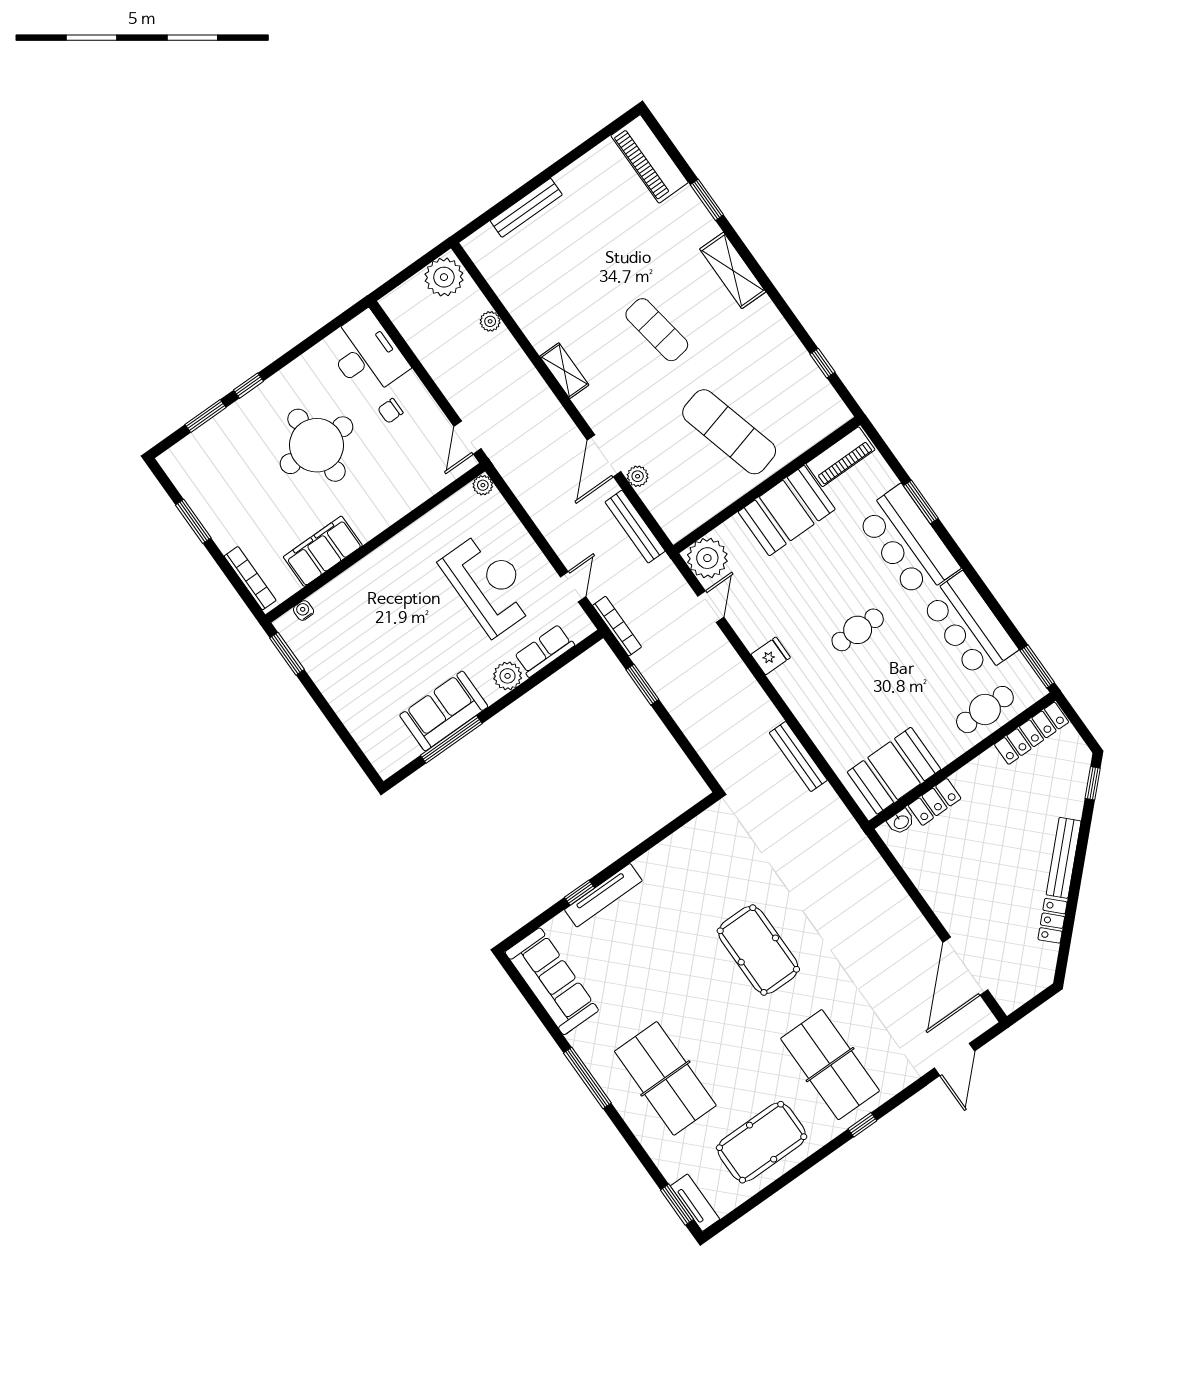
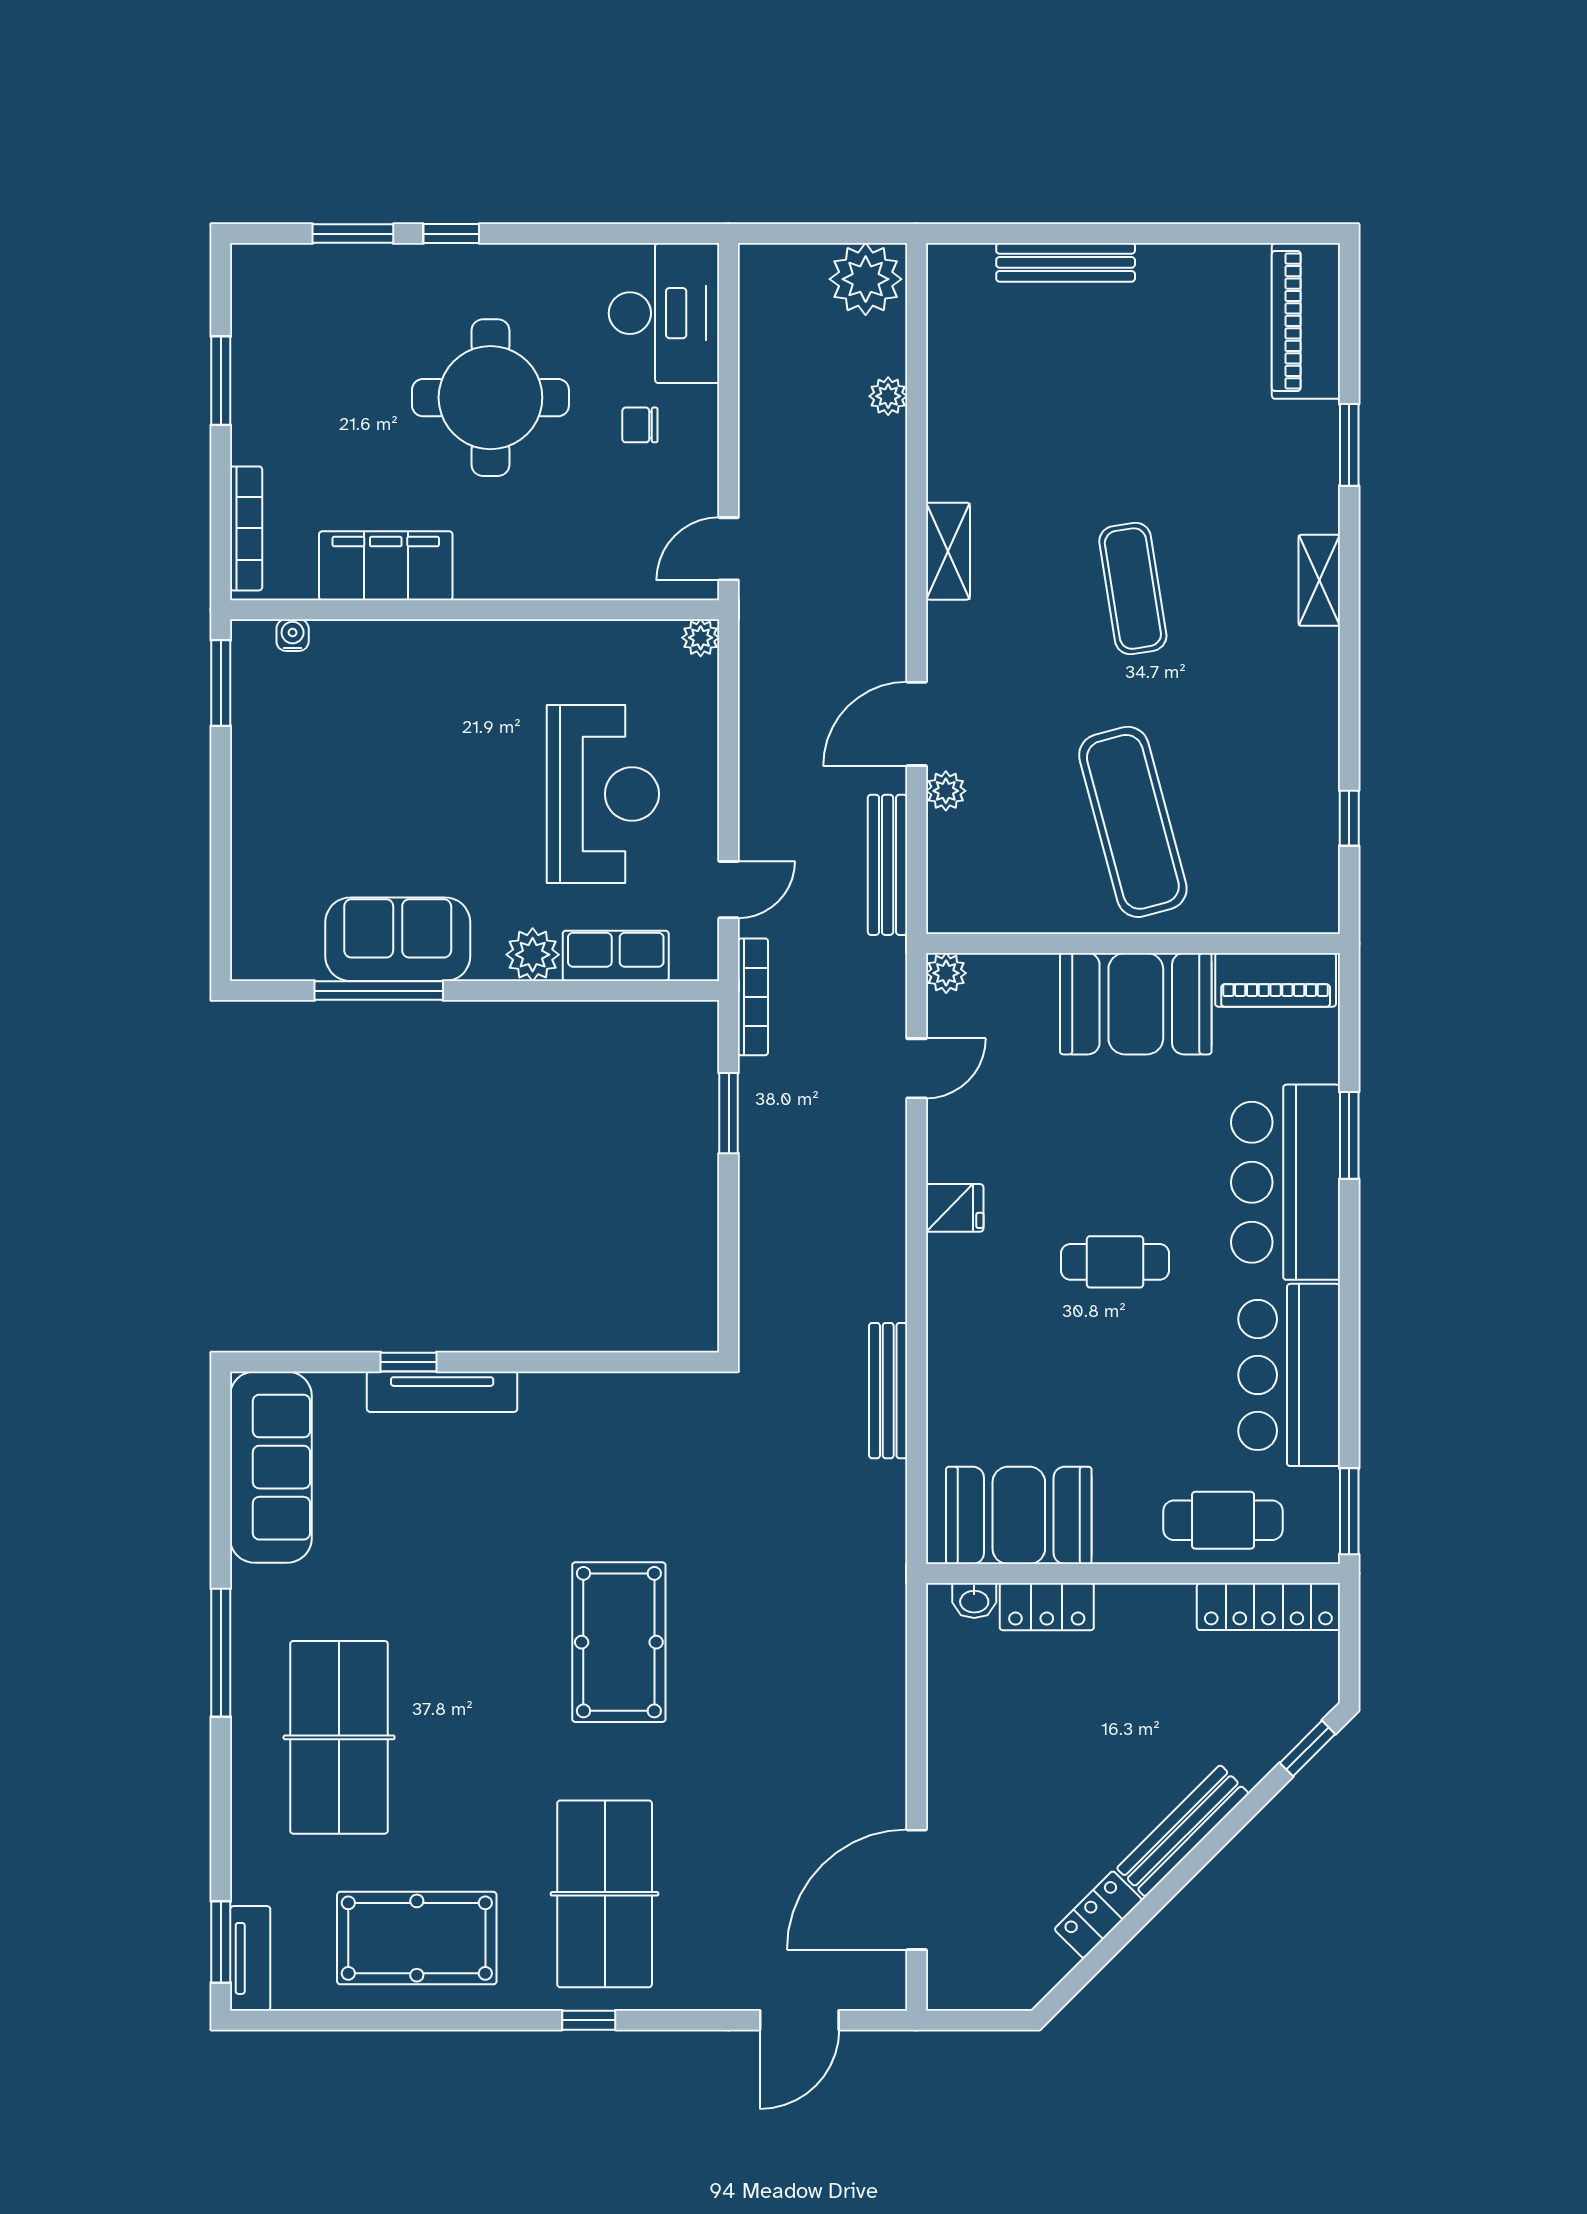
shelving: (733, 270) -> (1319, 580), width x0.67, depth x0.75
plant: (707, 558) -> (946, 973), width x0.53, depth x0.53

